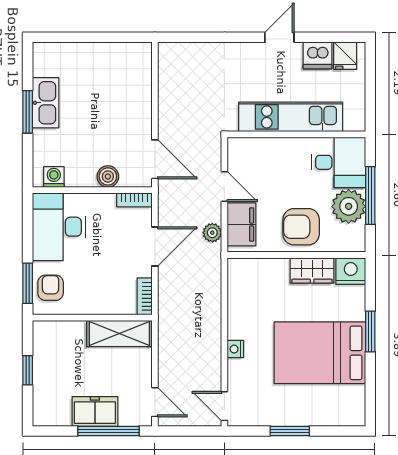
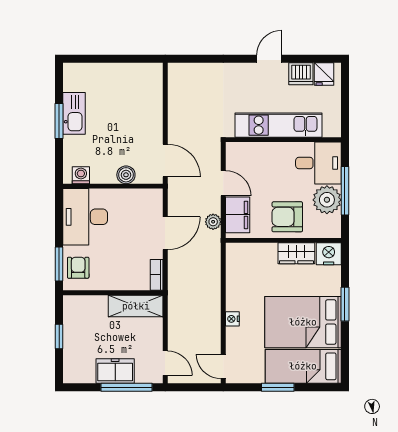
bookcase: (134, 200) -> (148, 194), removed
bed: (320, 406) -> (303, 366), added

